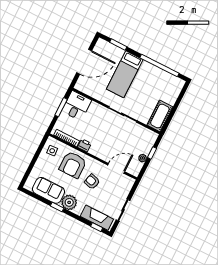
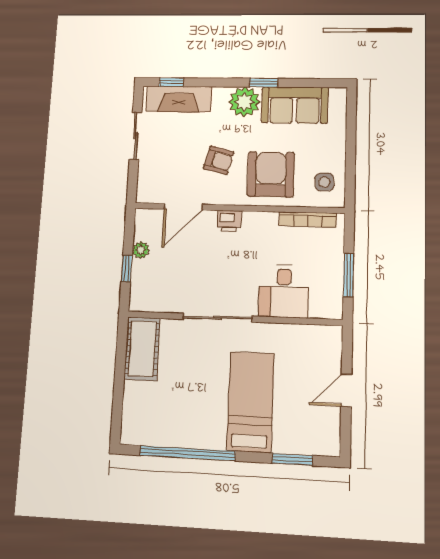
door: (84, 62) -> (346, 390), width x0.53
desk: (77, 106) -> (284, 291), moved
printer: (84, 145) -> (229, 221), moved

